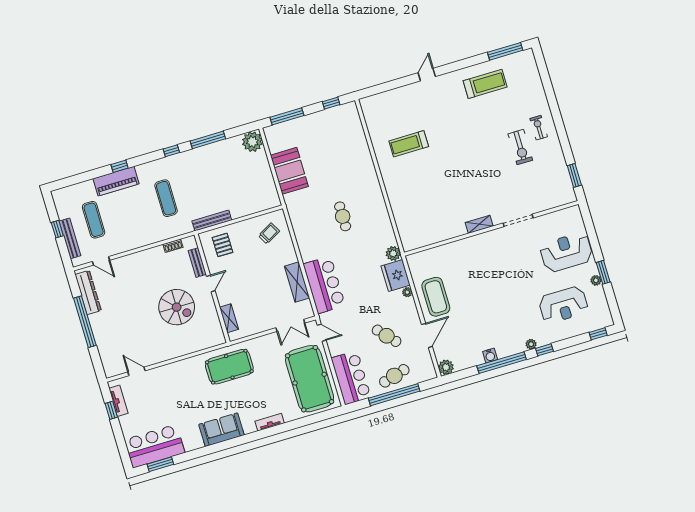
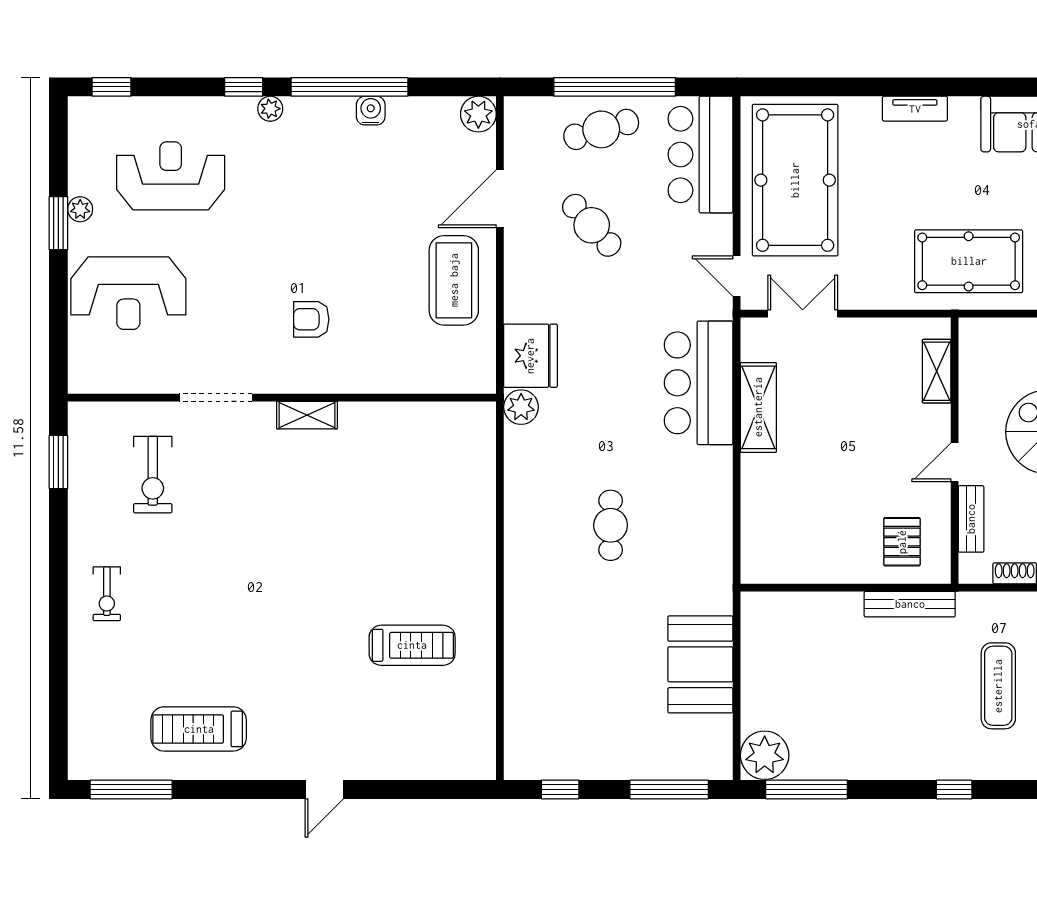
window: (208, 140) -> (807, 789), moved
exercise bike: (520, 147) -> (153, 475), moved, turned 180
trolley: (269, 233) -> (789, 536), removed
armchair: (489, 264) -> (311, 319), added
plant: (407, 292) -> (515, 310), removed

